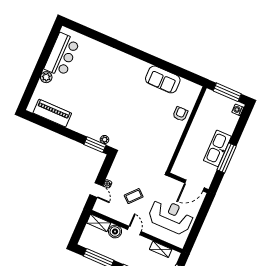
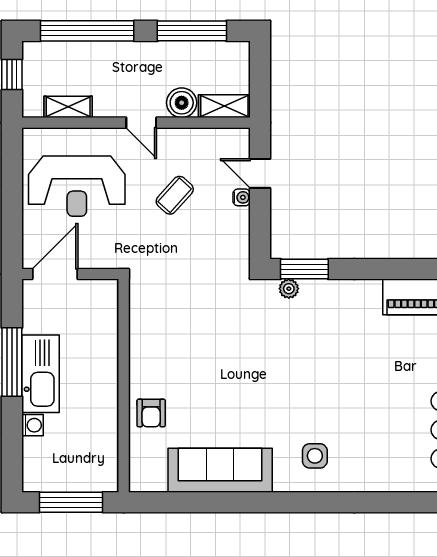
side table: (123, 69) -> (315, 456), added
sofa: (163, 79) -> (220, 470), width x1.36
washing machine: (238, 110) -> (33, 425), moved

